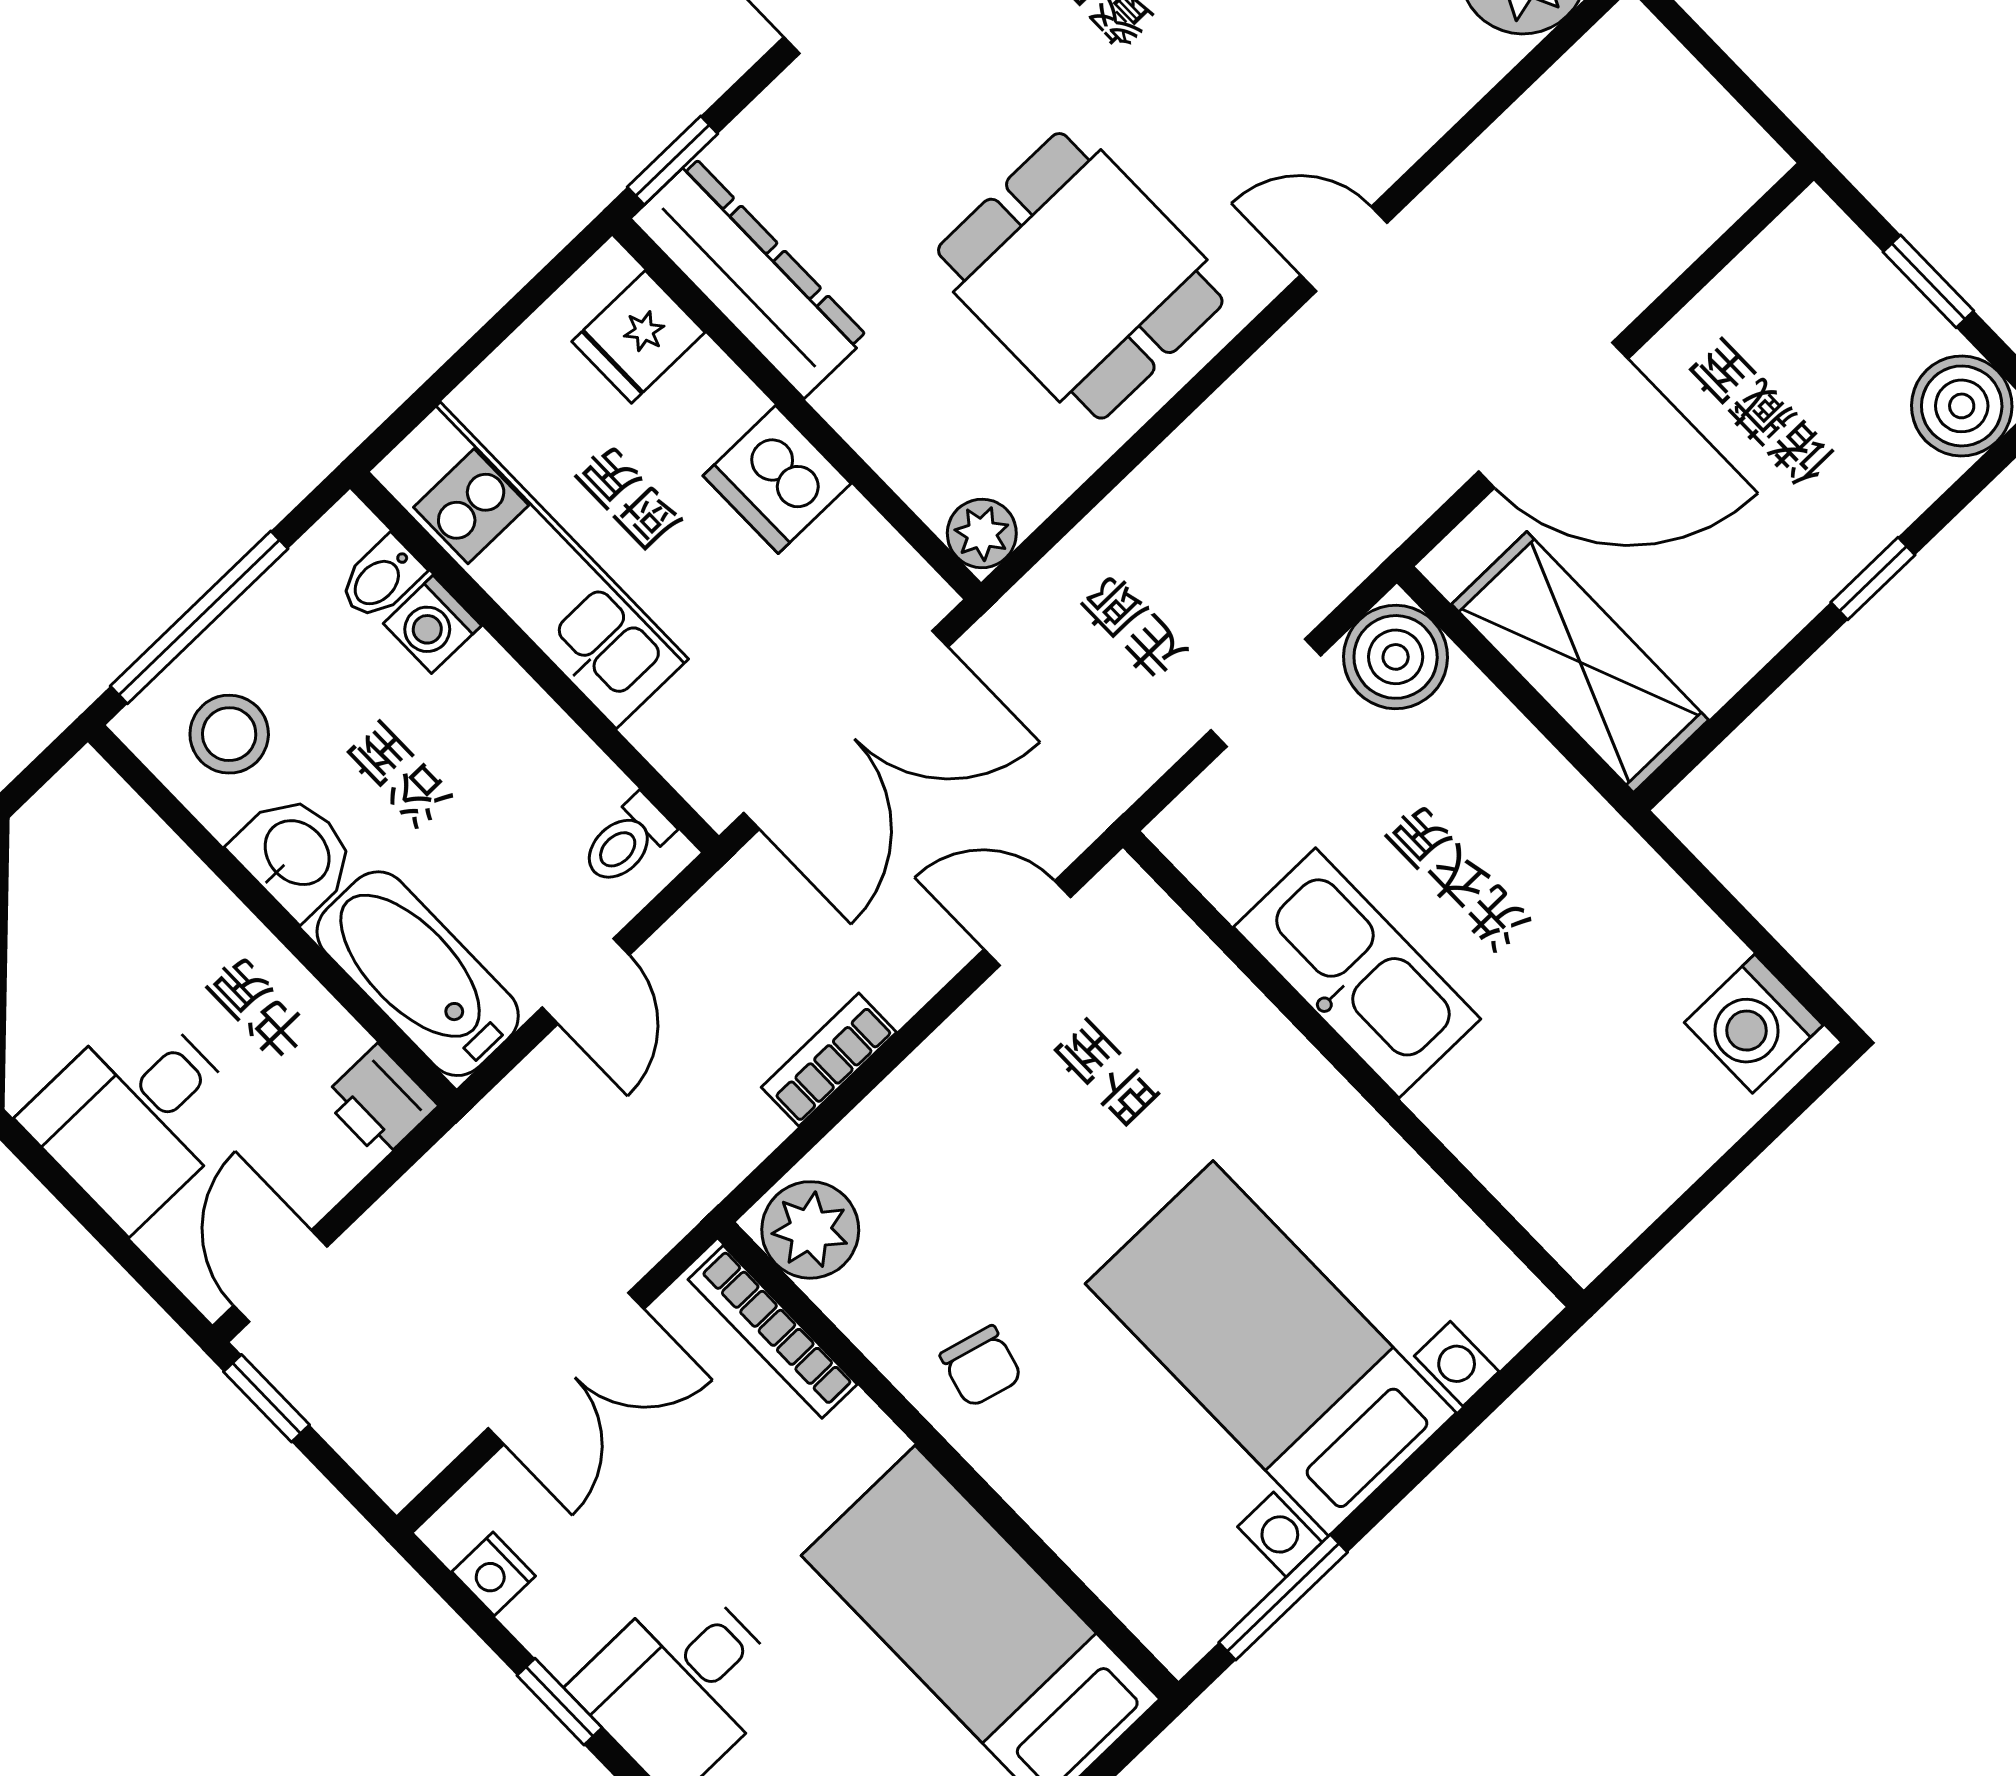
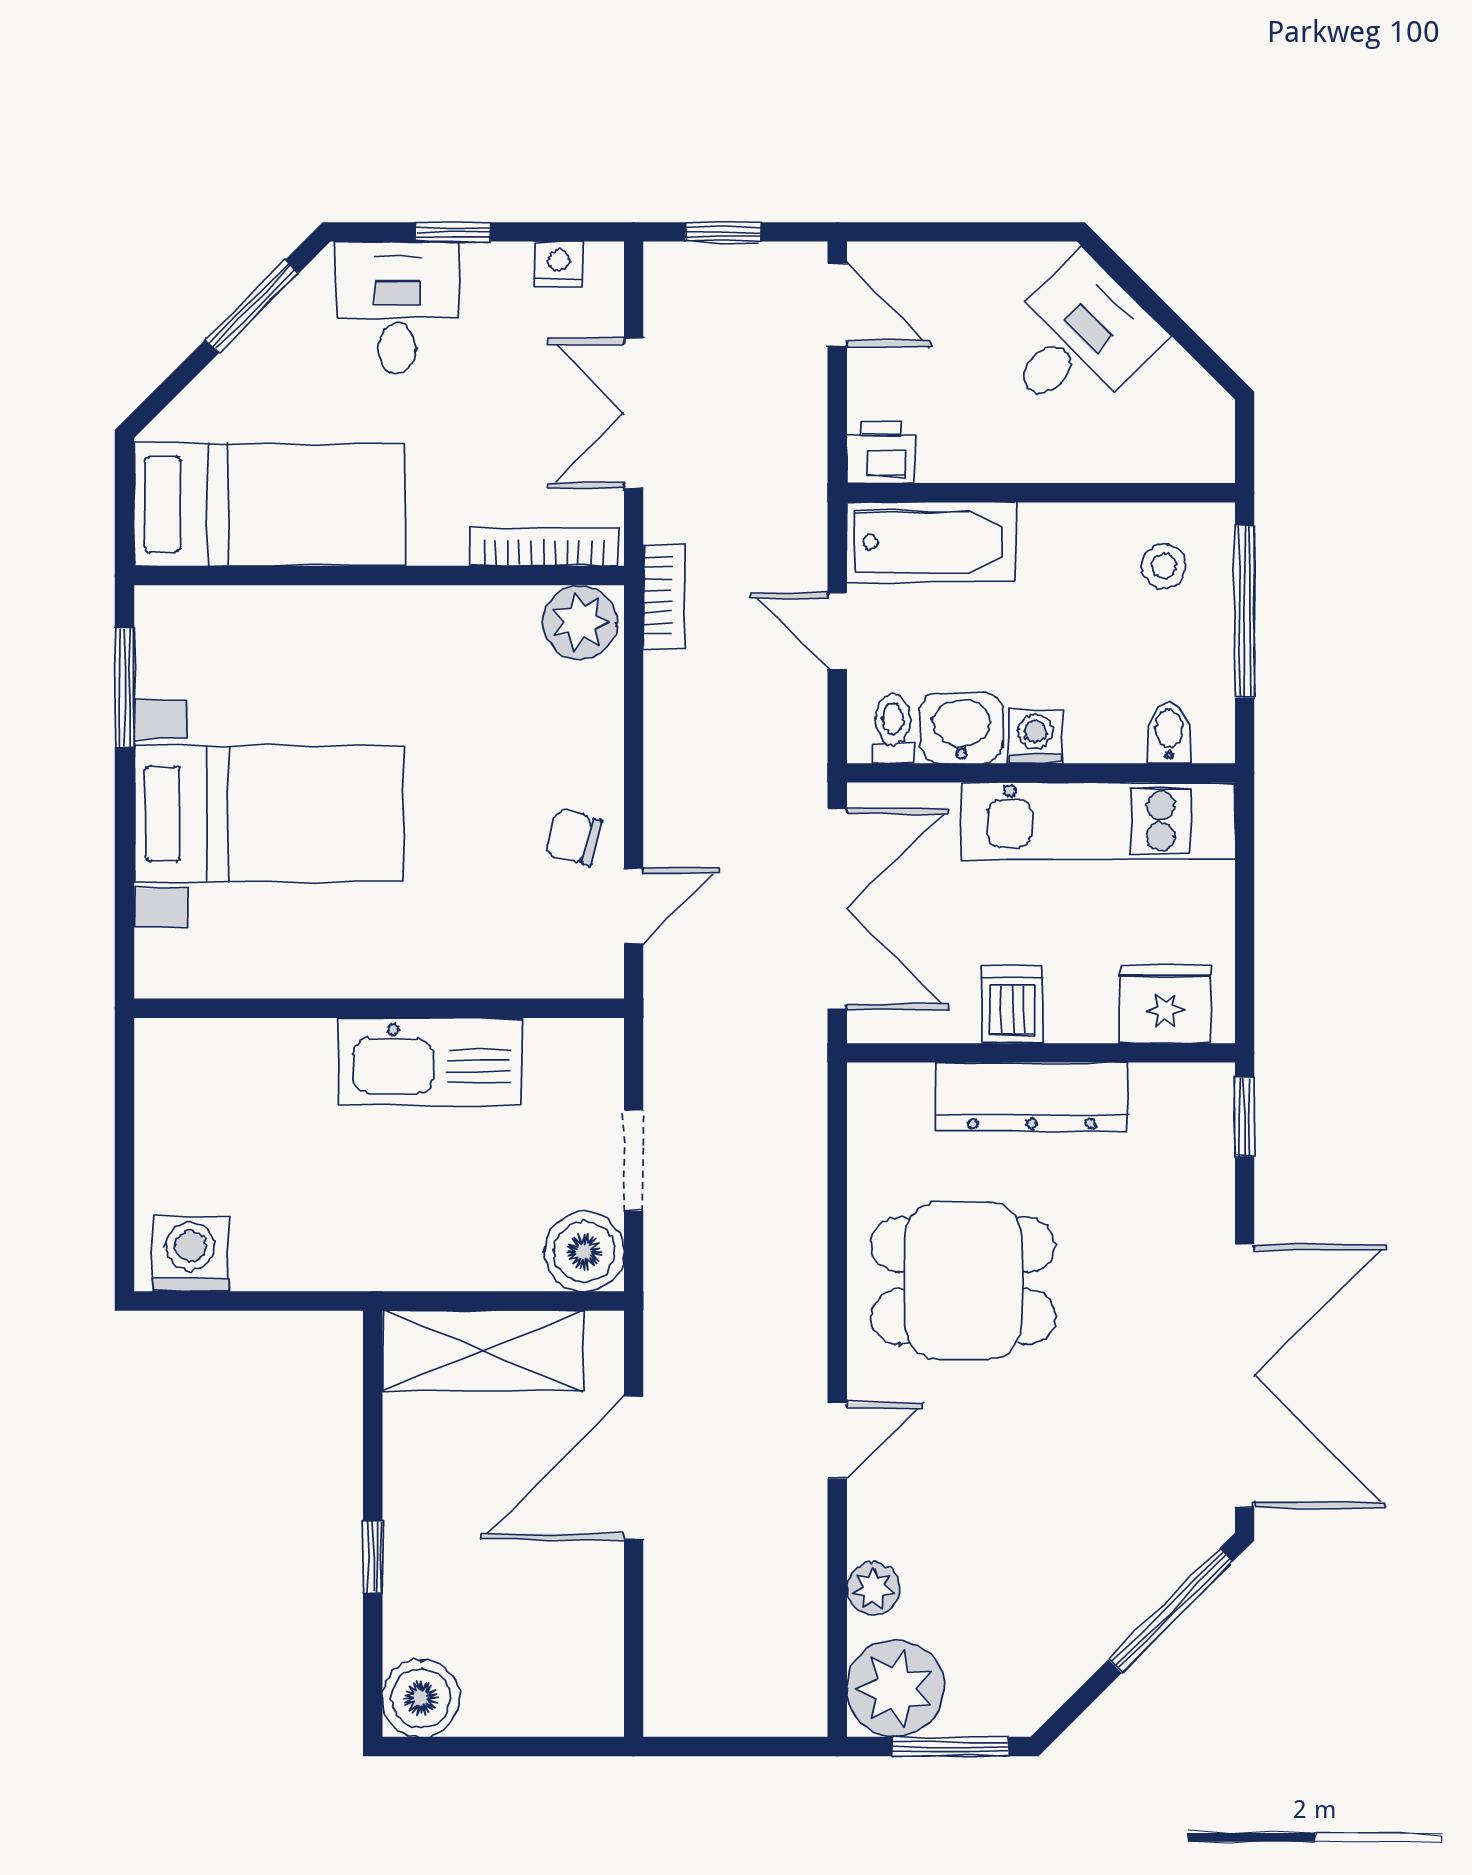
dresser: (749, 278) -> (1032, 1097), moved
window: (1928, 281) -> (507, 1746), removed
fridge: (638, 337) -> (1165, 1004), width x1.38
dishwasher: (777, 480) -> (1012, 1004), width x0.73
plant: (982, 533) -> (873, 1589), moved
washing machine: (432, 624) -> (1035, 736), moved
double door: (846, 730) -> (837, 909), swing flipped
stool: (229, 734) -> (1164, 566), width x0.73, depth x0.73
washbasin: (295, 855) -> (961, 728), moved, turned 180
bookcase: (829, 1060) -> (664, 596), moved
desk: (136, 1116) -> (1077, 339), moved, turned 45
chair: (981, 1366) -> (574, 837), moved
window: (267, 1398) -> (723, 232), moved

